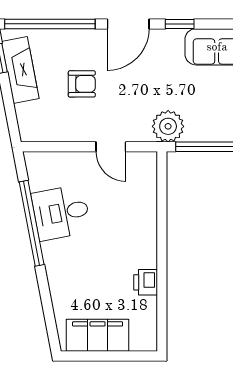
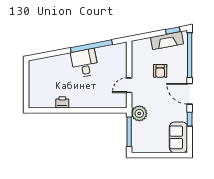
desk: (61, 213) -> (85, 63), moved
filing cabinet: (98, 335) -> (36, 79), removed

